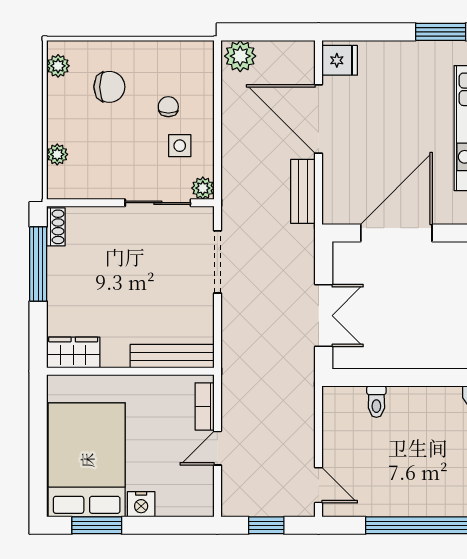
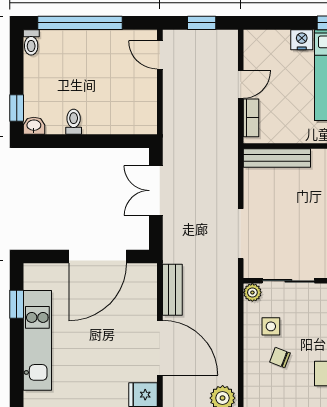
chair: (168, 107) -> (280, 358), turned 111
toilet: (376, 402) -> (74, 122), moved

